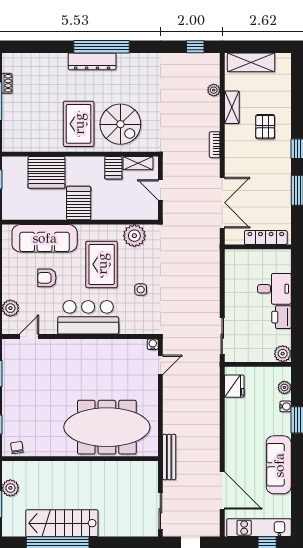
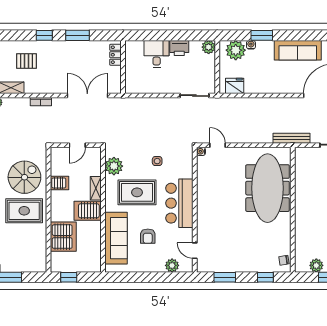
shelving: (138, 163) -> (96, 188), moved
locker: (266, 238) -> (115, 55), width x0.66
plant: (284, 387) -> (236, 50), width x1.88, depth x1.88

